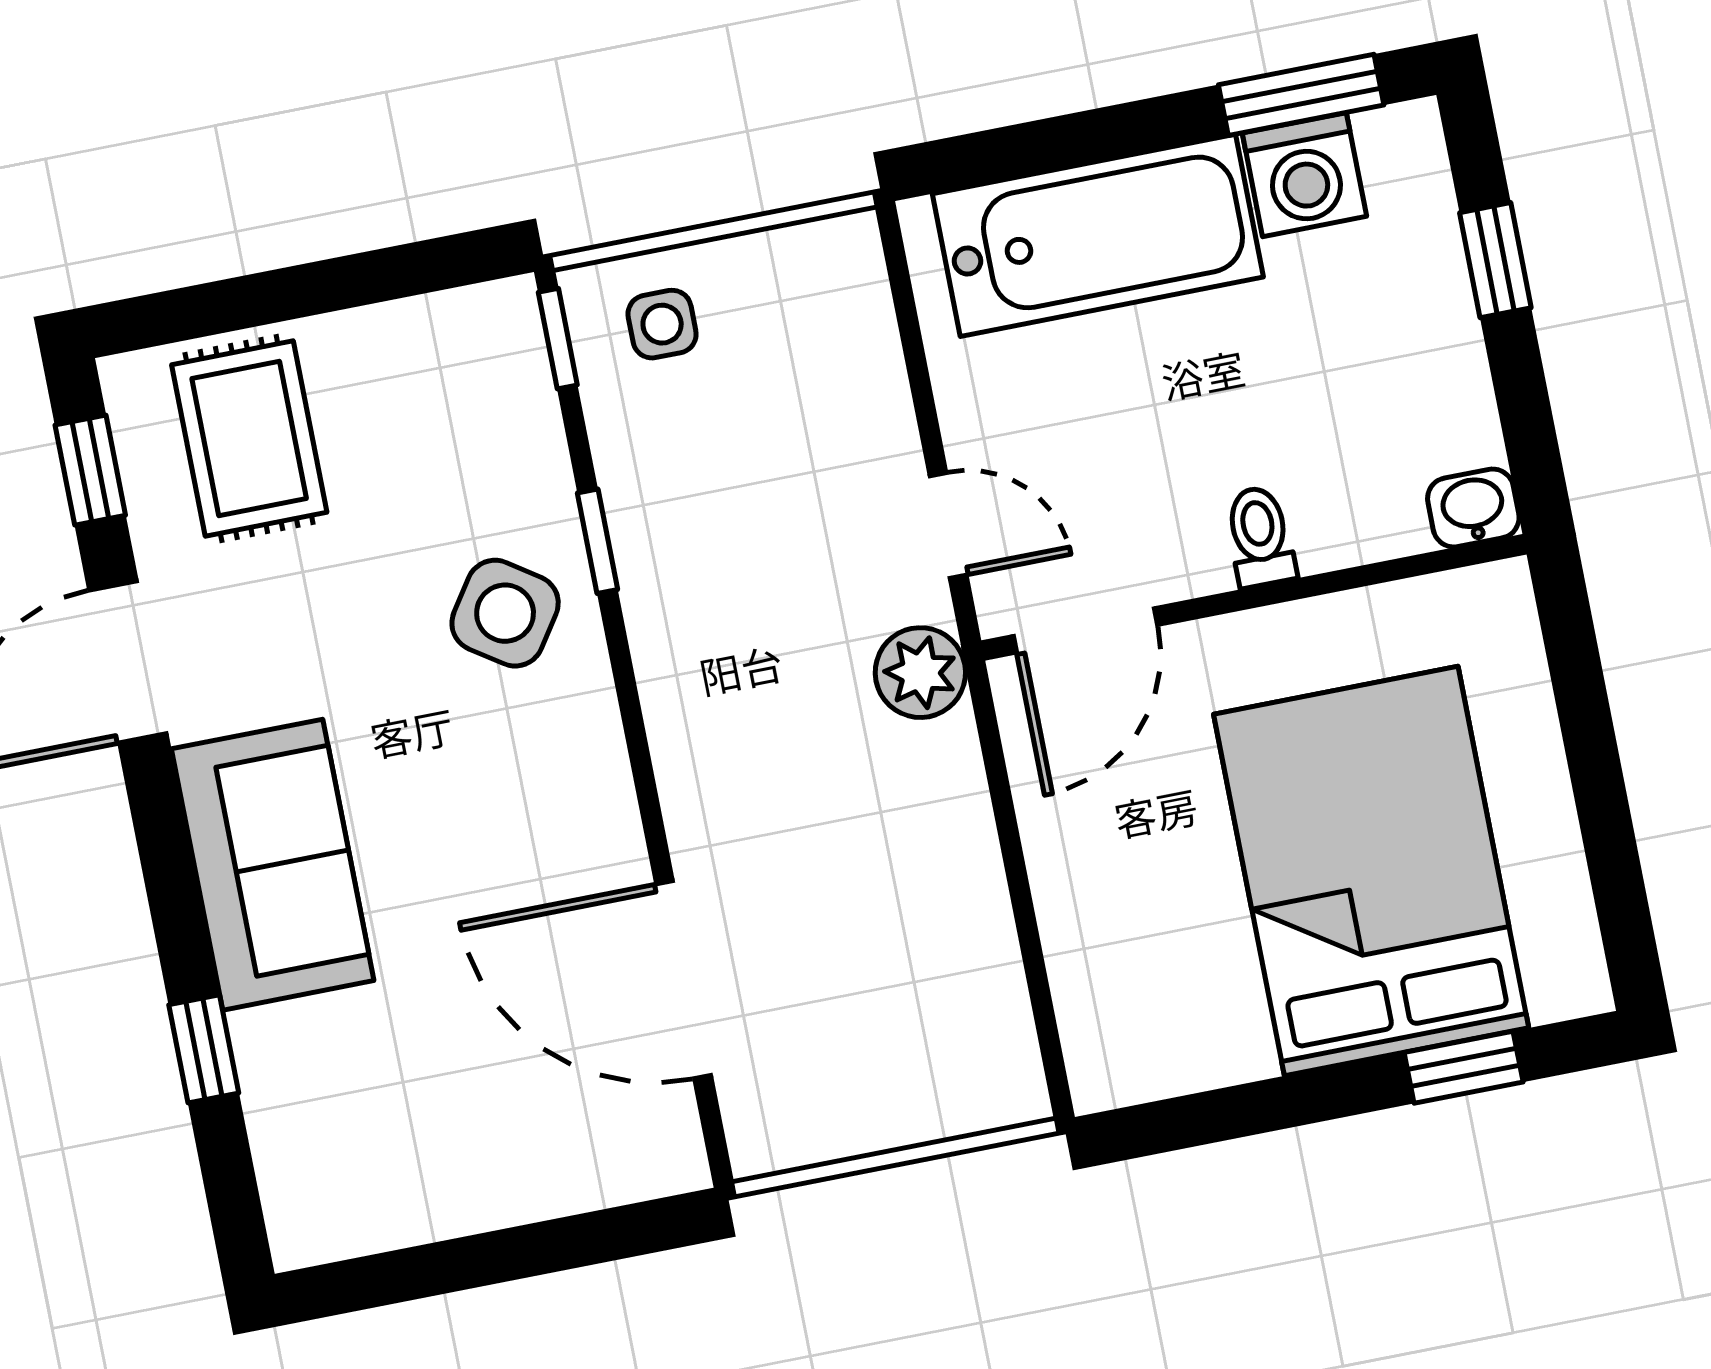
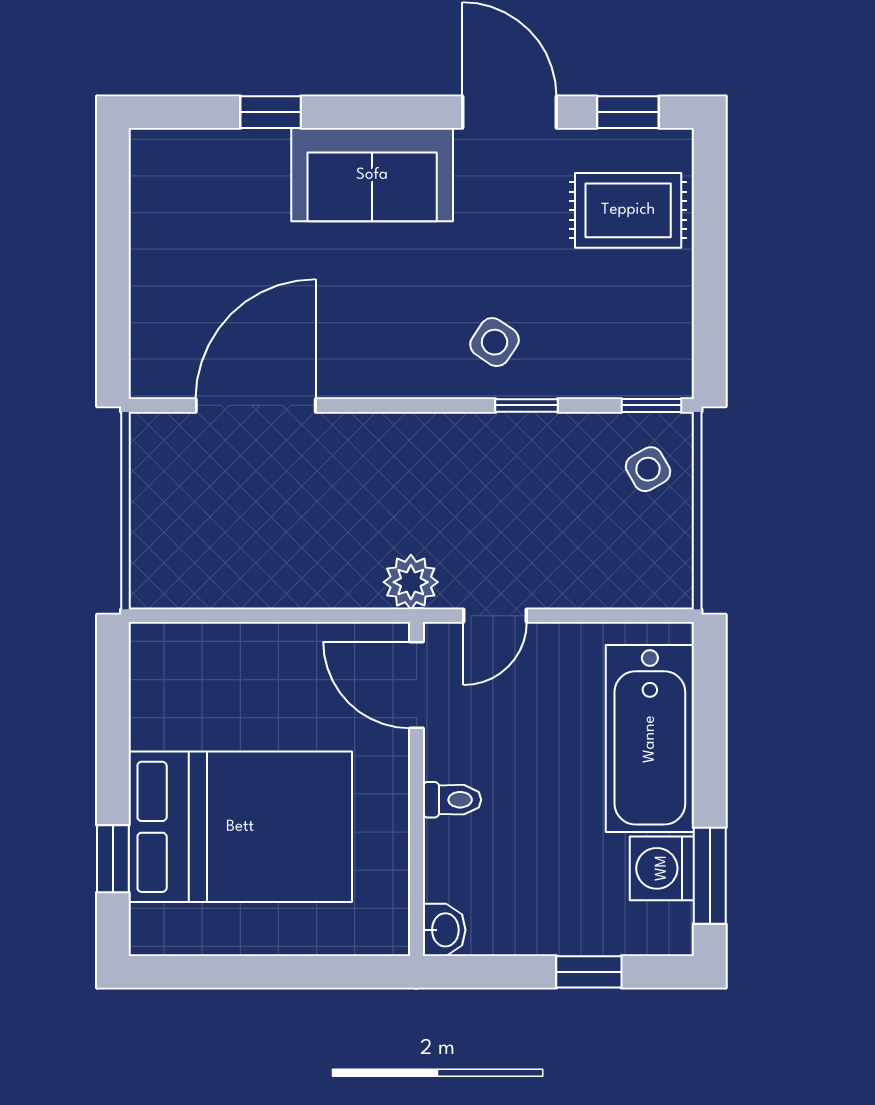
side table: (662, 324) -> (648, 469), turned -30
side table: (505, 613) -> (494, 342), width x0.73, depth x0.73

